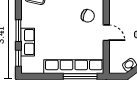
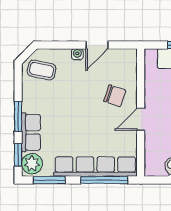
door: (106, 33) -> (141, 119), swing flipped
plant: (28, 65) -> (32, 164), added
window: (41, 76) -> (49, 180), added

